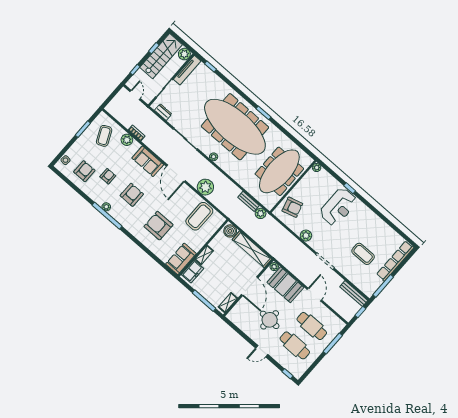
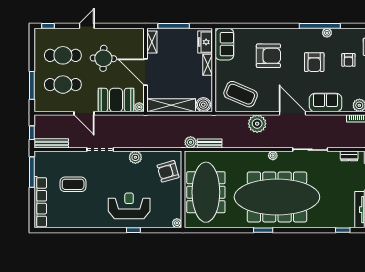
reception desk: (338, 207) -> (129, 206), turned 90
coffee table: (199, 216) -> (241, 94), turned -67

